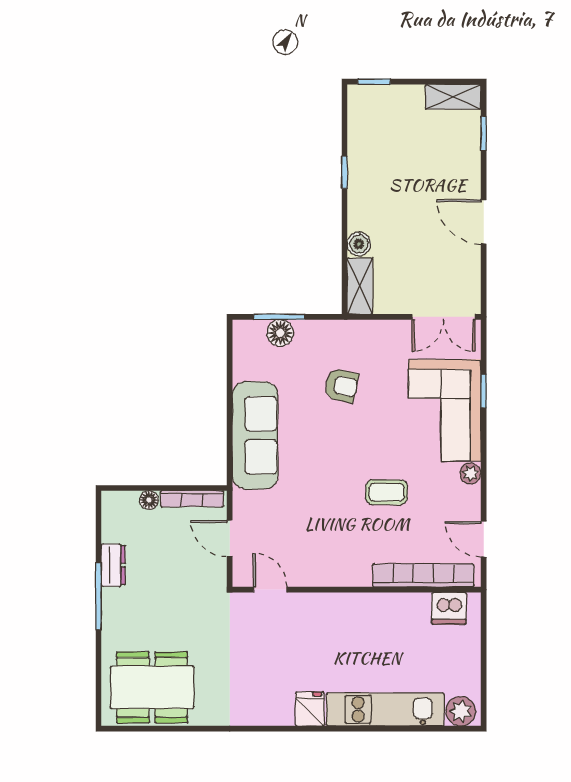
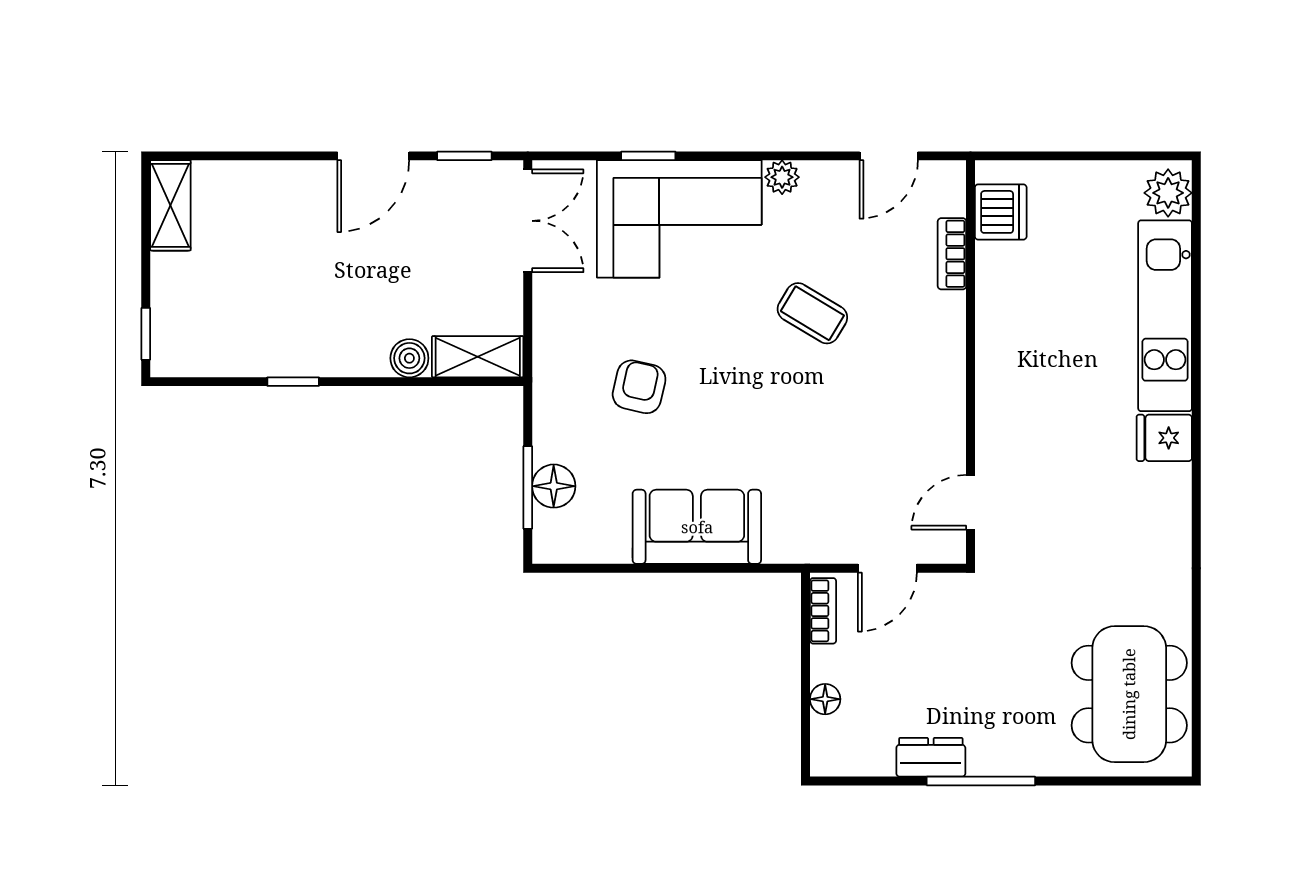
window: (484, 133) -> (464, 156), moved
sofa: (255, 435) -> (697, 527), width x0.73
coffee table: (387, 492) -> (812, 313), turned -59
bookcase: (192, 499) -> (823, 611), width x0.64
bookcase: (423, 575) -> (952, 254), width x0.43, depth x0.76

